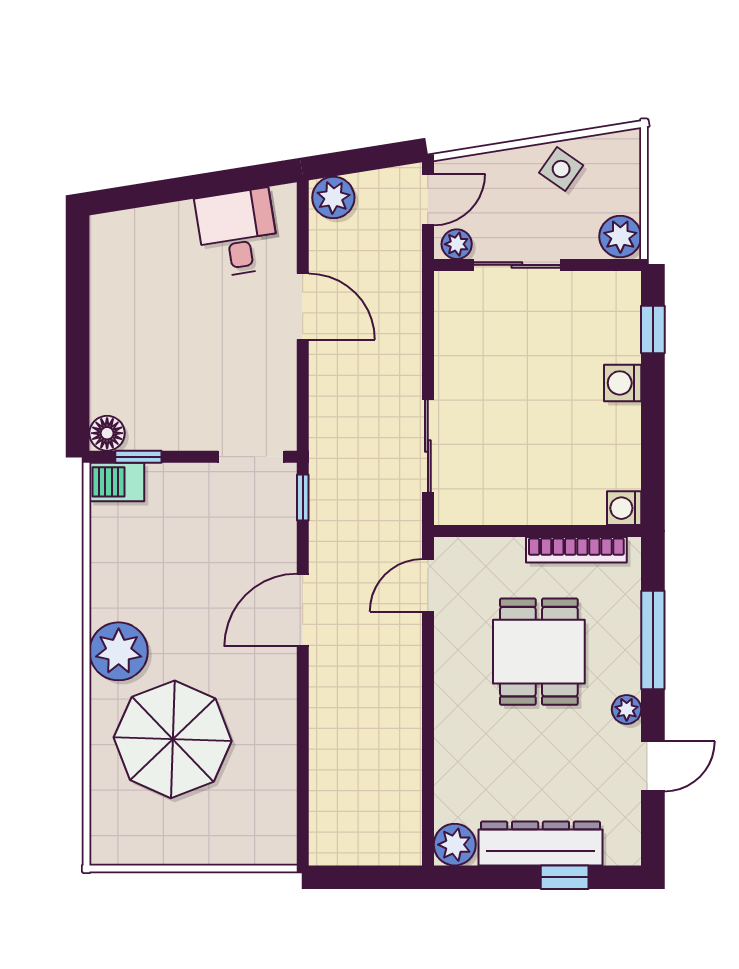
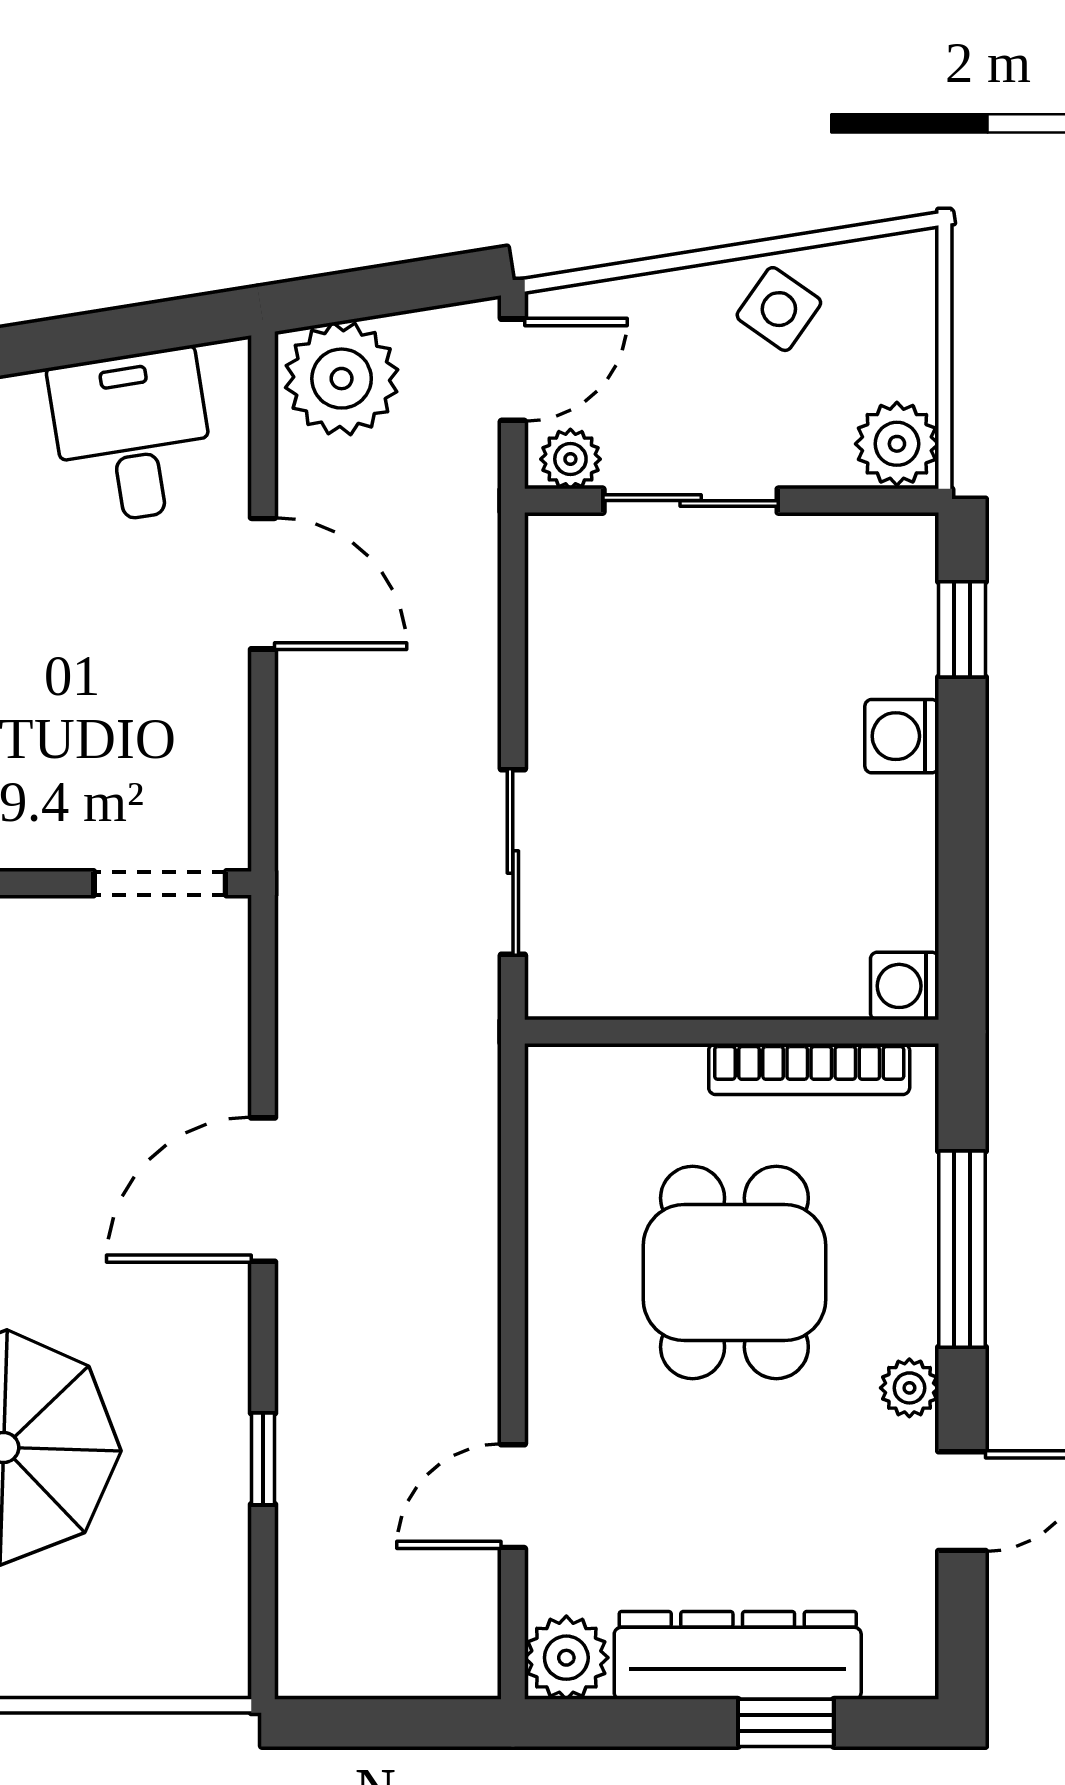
plant: (333, 198) -> (342, 379), width x1.36, depth x1.36
window: (303, 498) -> (263, 1459), moved
door: (428, 585) -> (513, 1496), moved

